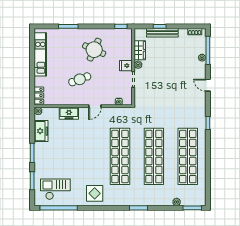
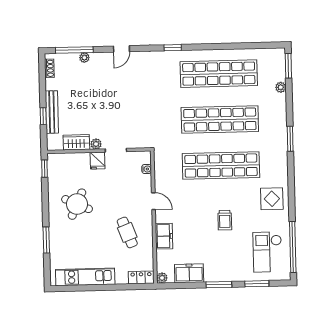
cafe table: (80, 79) -> (127, 232), moved
trolley: (80, 158) -> (225, 220), added

